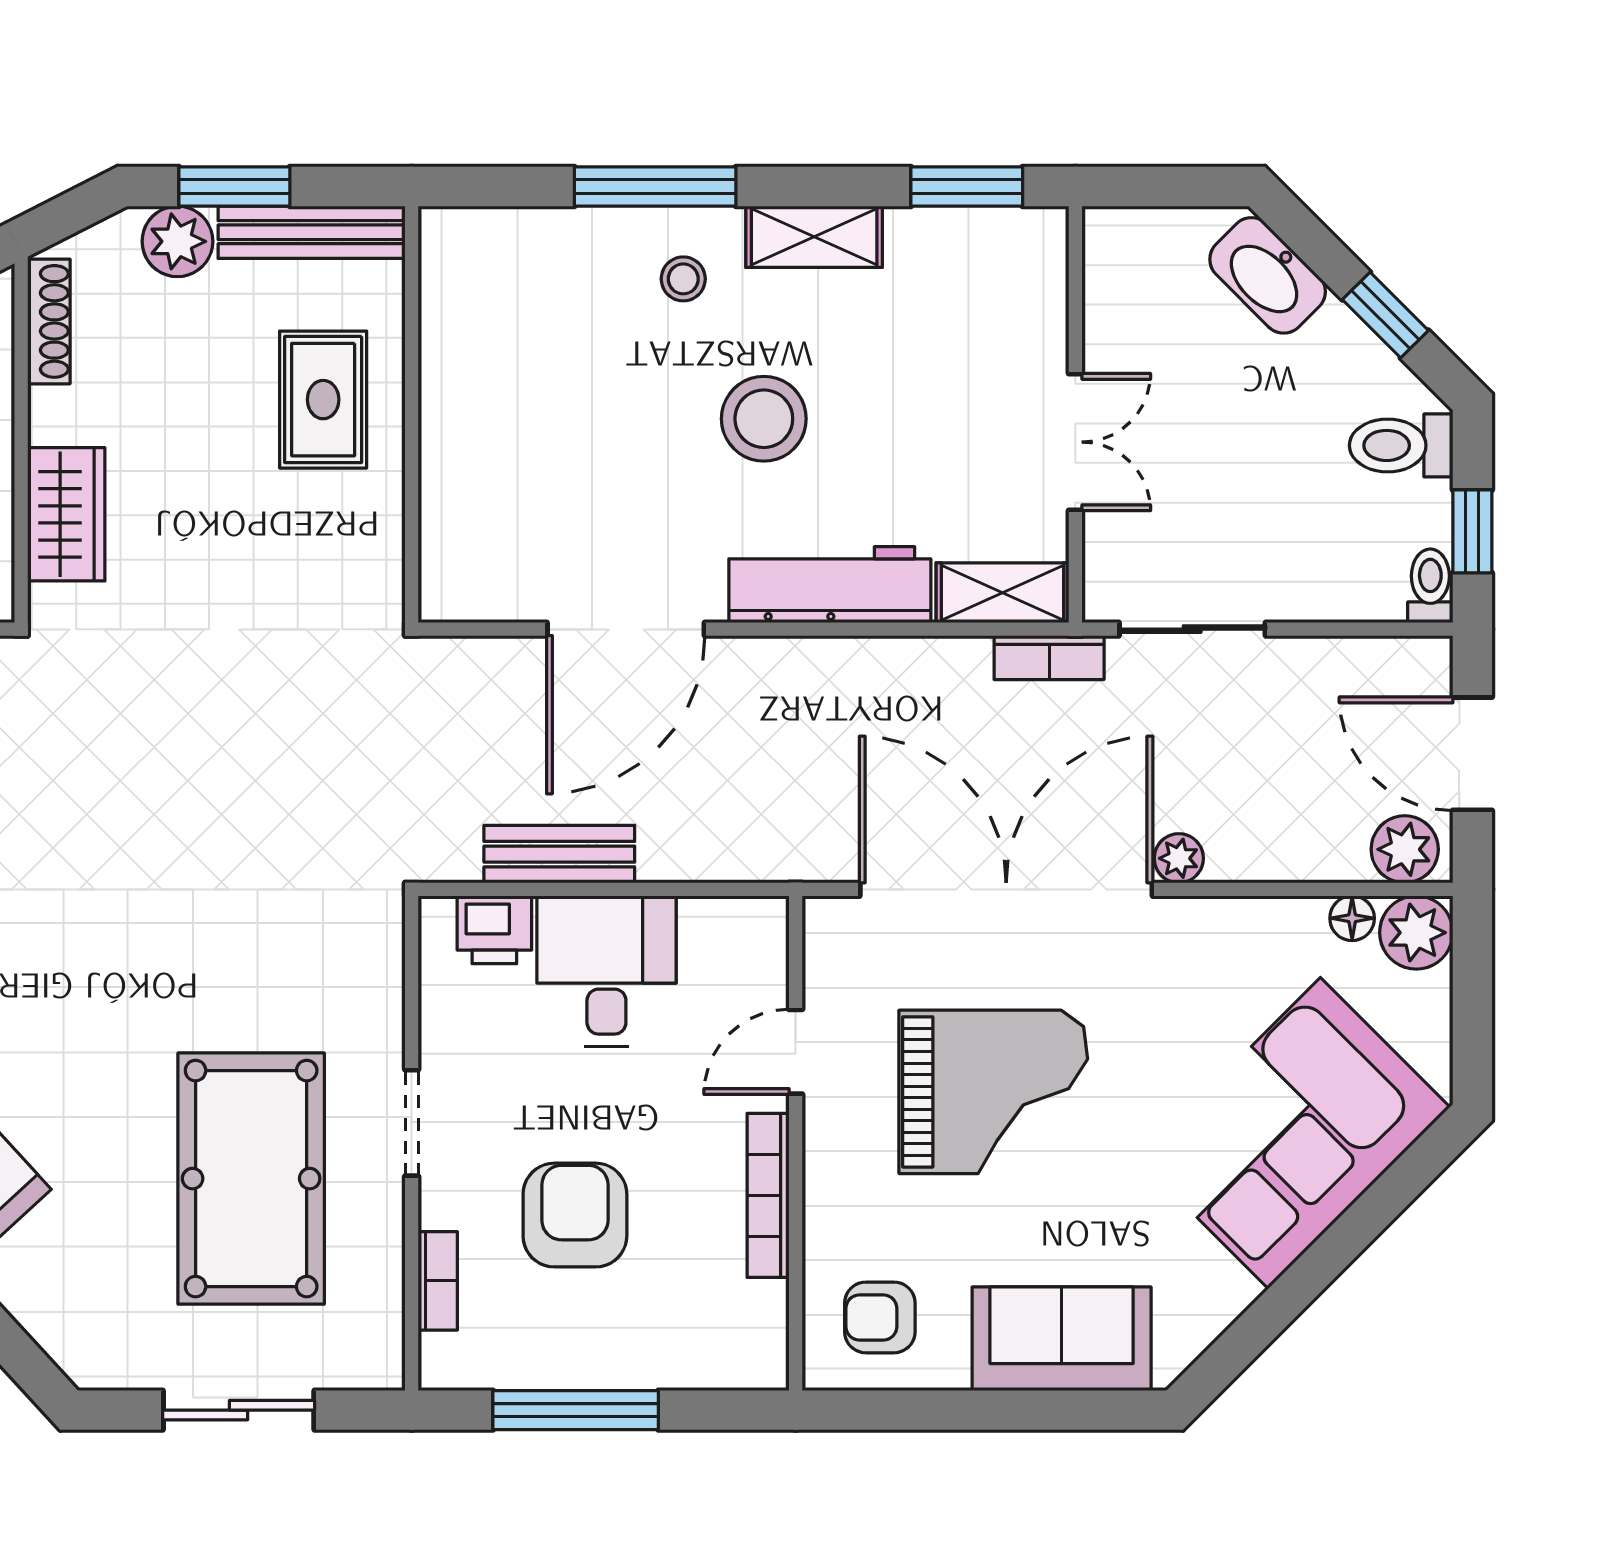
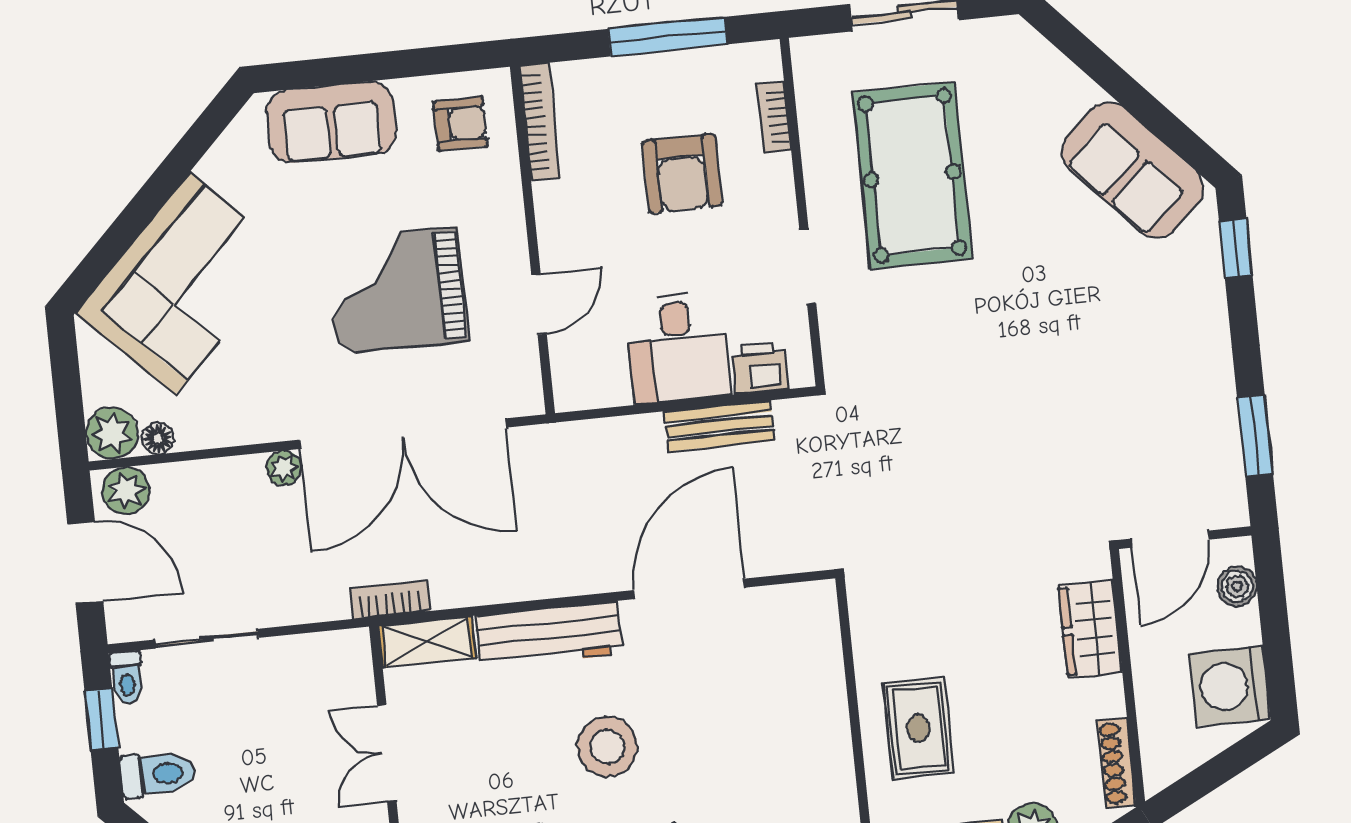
sliding door: (1192, 629) -> (206, 639), moved
doorway: (412, 1123) -> (808, 266), moved
bookcase: (768, 1195) -> (540, 122), moved

